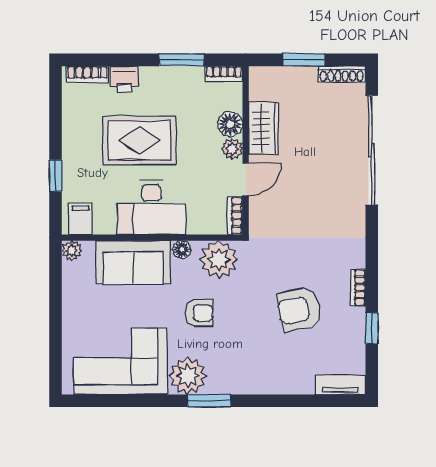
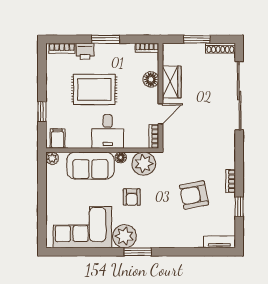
window: (182, 60) -> (106, 39), moved
plant: (232, 149) -> (152, 95), removed
desk: (151, 208) -> (108, 131), width x0.73
armchair: (199, 313) -> (132, 197), turned 90

